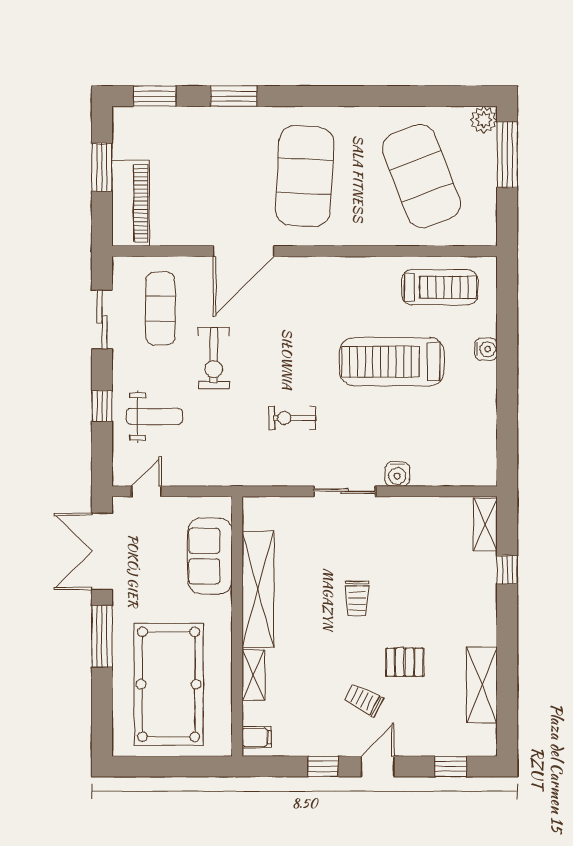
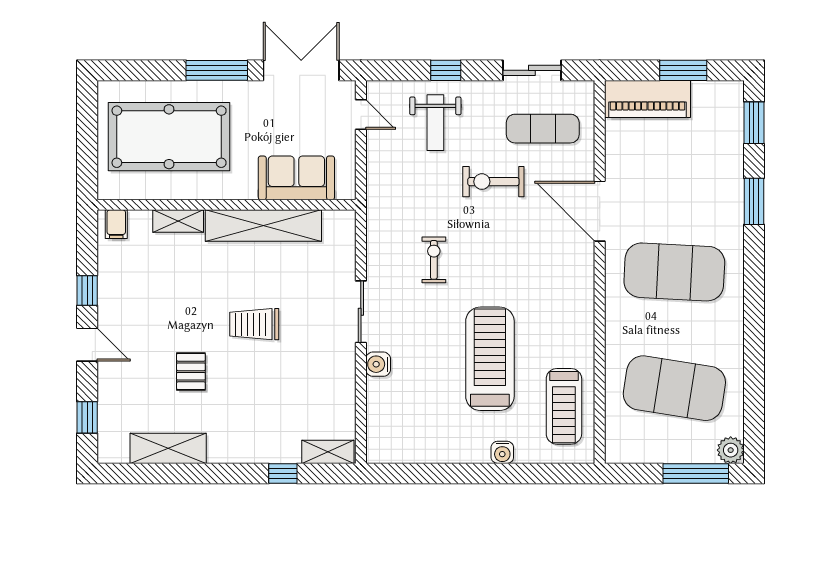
exercise mat: (421, 176) -> (674, 388), turned 30
trolley: (357, 599) -> (254, 324), width x1.36, depth x1.39
trolley: (364, 700) -> (153, 331), removed

